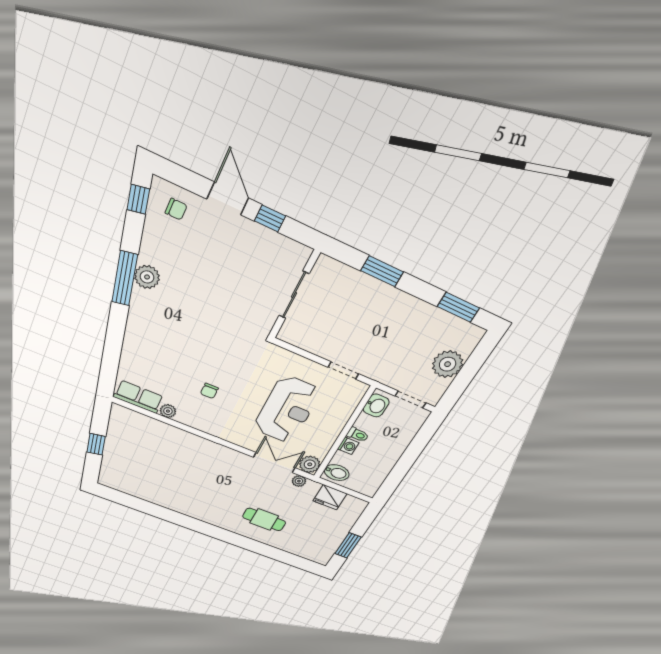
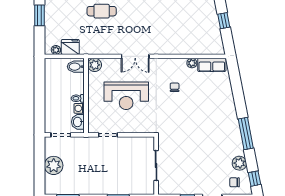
plant: (147, 277) -> (239, 163), moved
reception desk: (287, 409) -> (126, 96), turned -90
washing machine: (348, 446) -> (79, 108), moved
double door: (274, 463) -> (135, 56), moved
plant: (299, 481) -> (56, 50), moved

